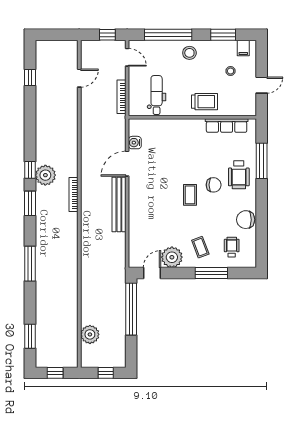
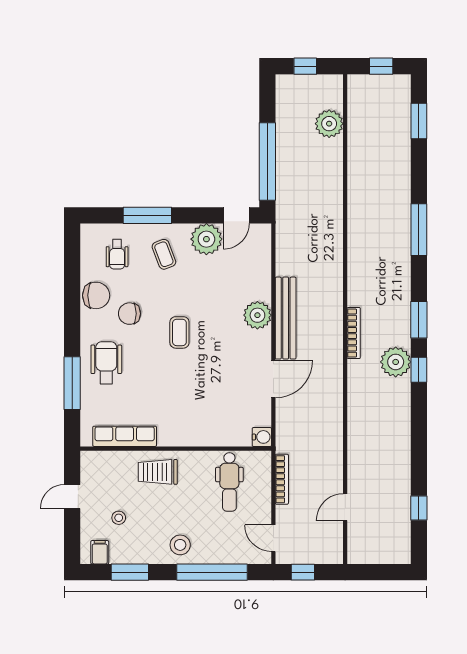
water cooler: (135, 143) -> (262, 437), moved
chair: (214, 185) -> (129, 314), moved
plant: (138, 206) -> (257, 315), added

